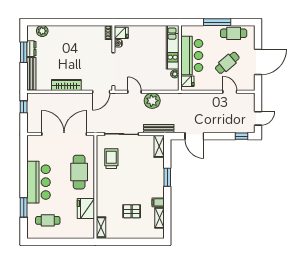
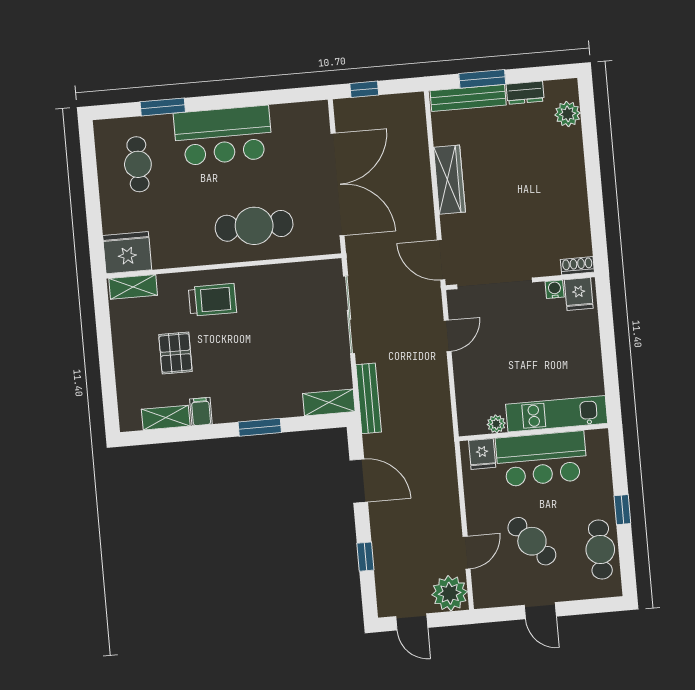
window: (217, 22) -> (622, 510), width x0.46
window: (24, 52) -> (482, 79), moved
door: (258, 62) -> (540, 611), width x0.53
plant: (152, 101) -> (450, 593), moved
window: (24, 107) -> (364, 89), moved
door: (194, 136) -> (359, 481), swing flipped
window: (241, 136) -> (365, 557), moved
trolley: (111, 159) -> (212, 300), moved
fridge: (86, 209) -> (127, 253), moved

